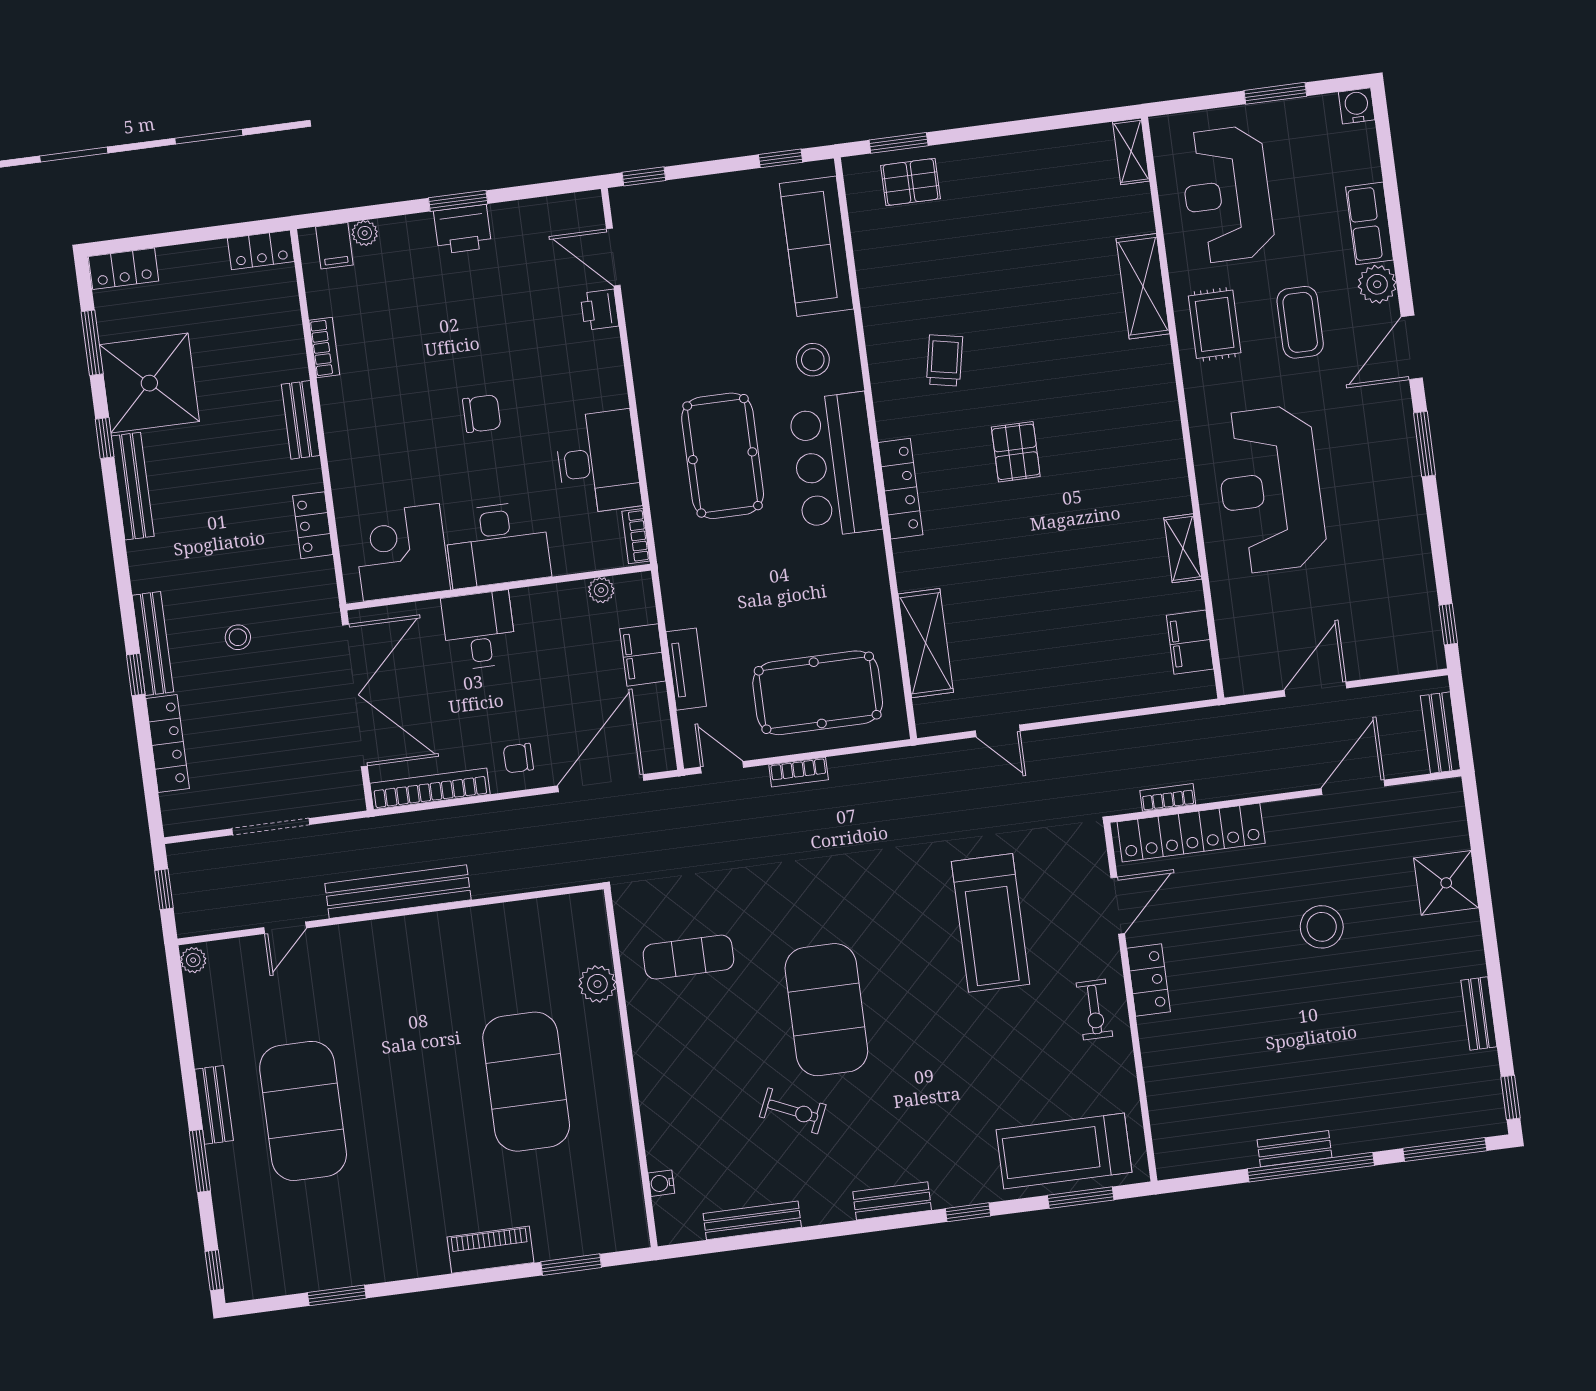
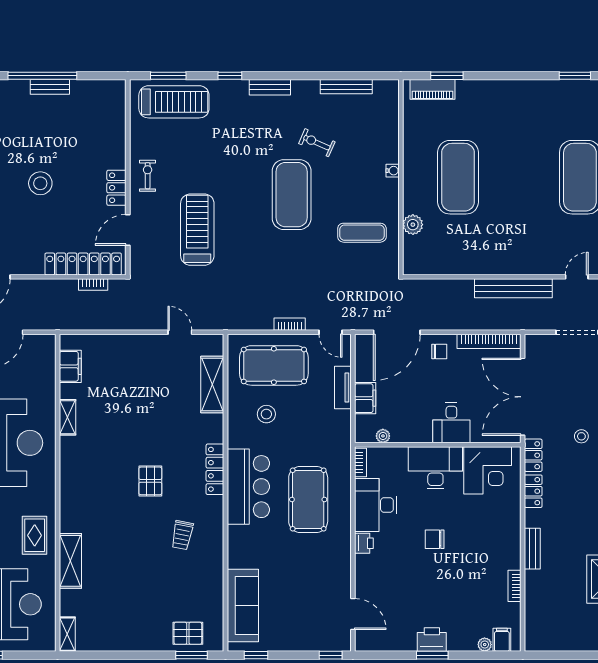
locker: (261, 250) -> (533, 455), moved, turned 90
printer: (600, 310) -> (364, 543), moved
stool: (813, 360) -> (266, 414), moved
stool: (1322, 927) -> (40, 183), moved
water cooler: (661, 1183) -> (393, 171), moved
piano: (490, 1250) -> (432, 89), moved

